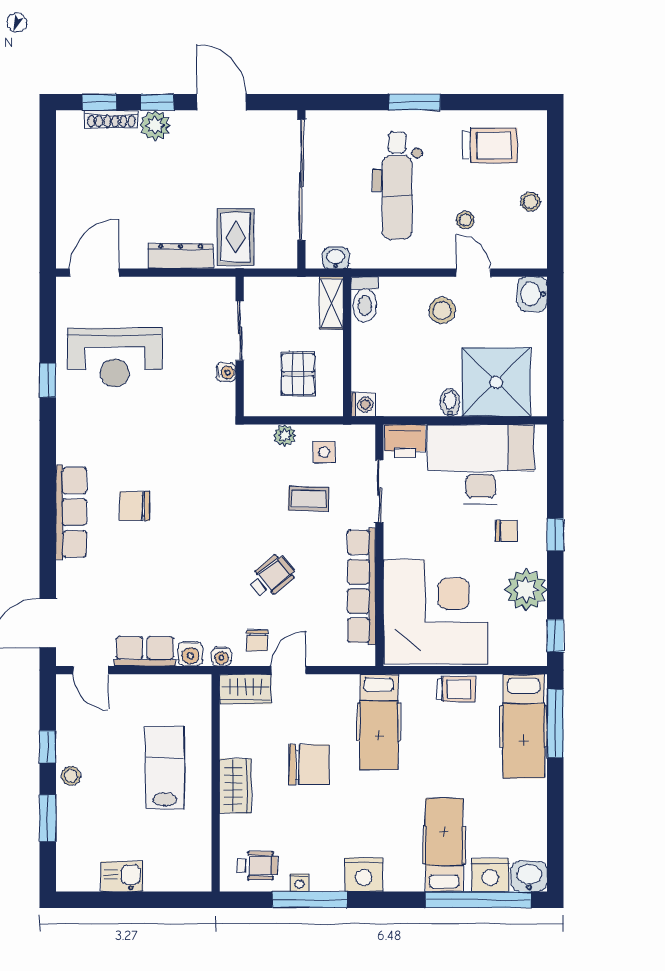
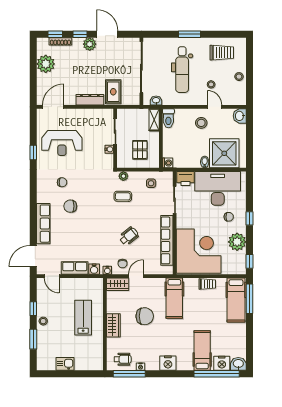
plant: (155, 125) -> (90, 44), moved
plant: (77, 172) -> (46, 64), added
plant: (285, 435) -> (123, 176), moved
chair: (115, 450) -> (62, 182), added
coffee table: (309, 499) -> (123, 196), moved
row of seats: (71, 512) -> (43, 224), moved
window: (310, 900) -> (129, 374), moved

